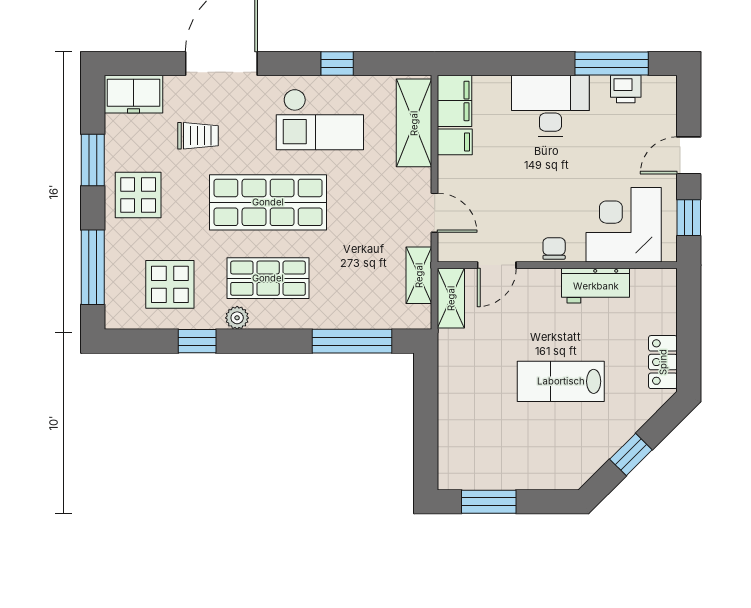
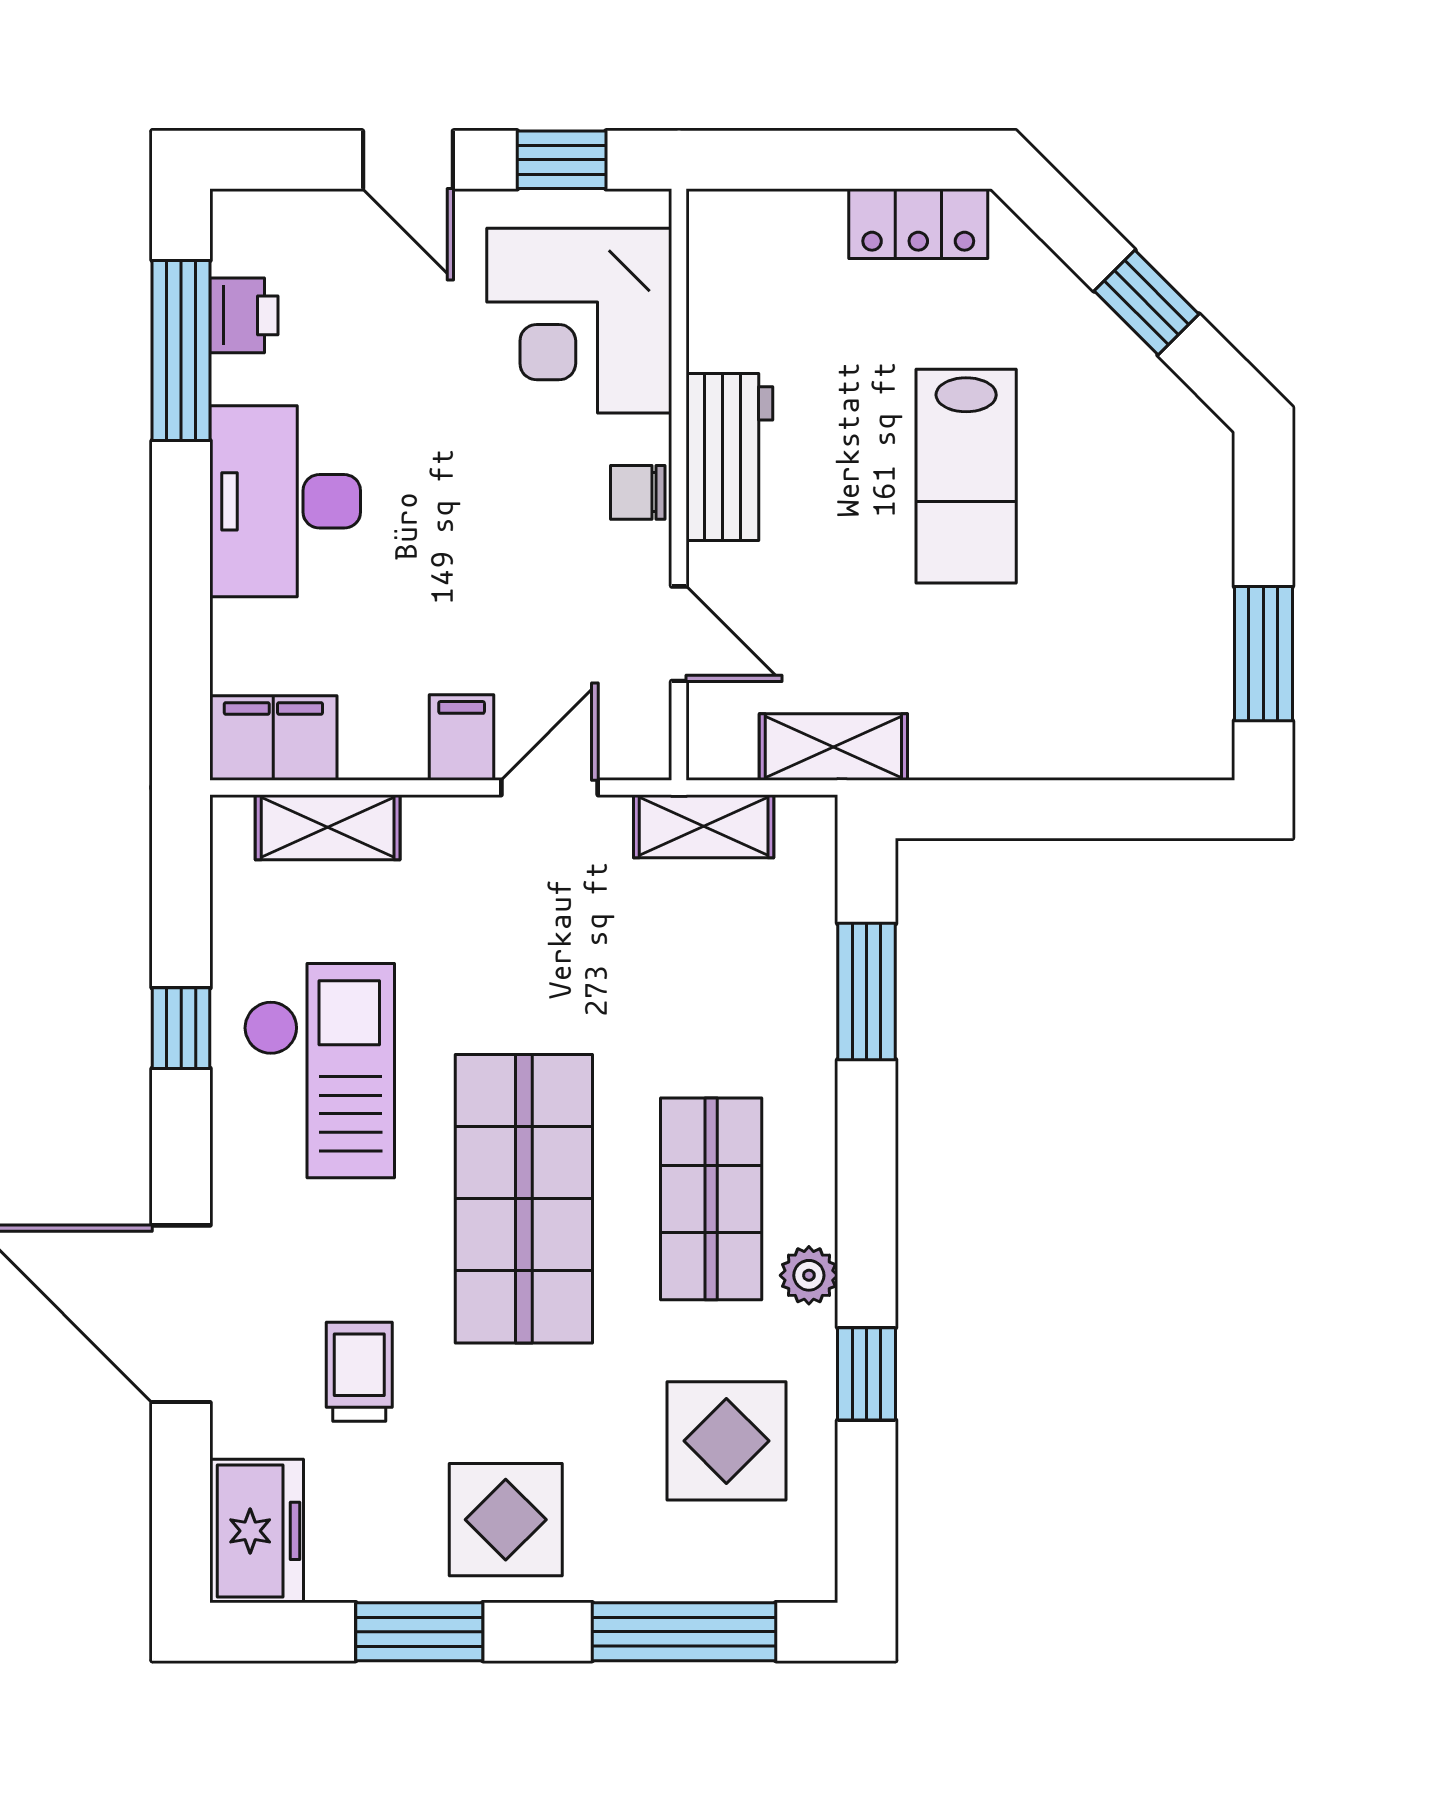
shelving: (414, 123) -> (328, 827), width x0.67, depth x0.75
filing cabinet: (455, 142) -> (462, 737), moved
workbench: (596, 286) -> (729, 457), moved
shelving: (451, 298) -> (833, 747), moved
window: (352, 341) -> (867, 992), width x0.69

